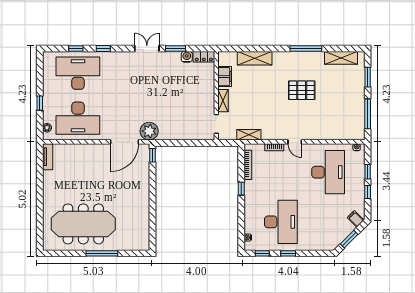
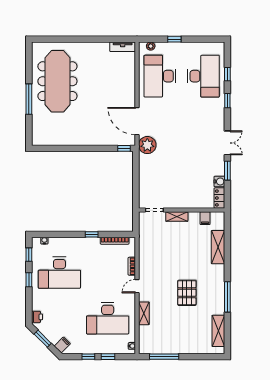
filing cabinet: (225, 77) -> (205, 218), width x0.50
window: (368, 77) -> (200, 357), removed
shelving: (249, 135) -> (144, 313), moved
printer: (327, 245) -> (37, 317), added

